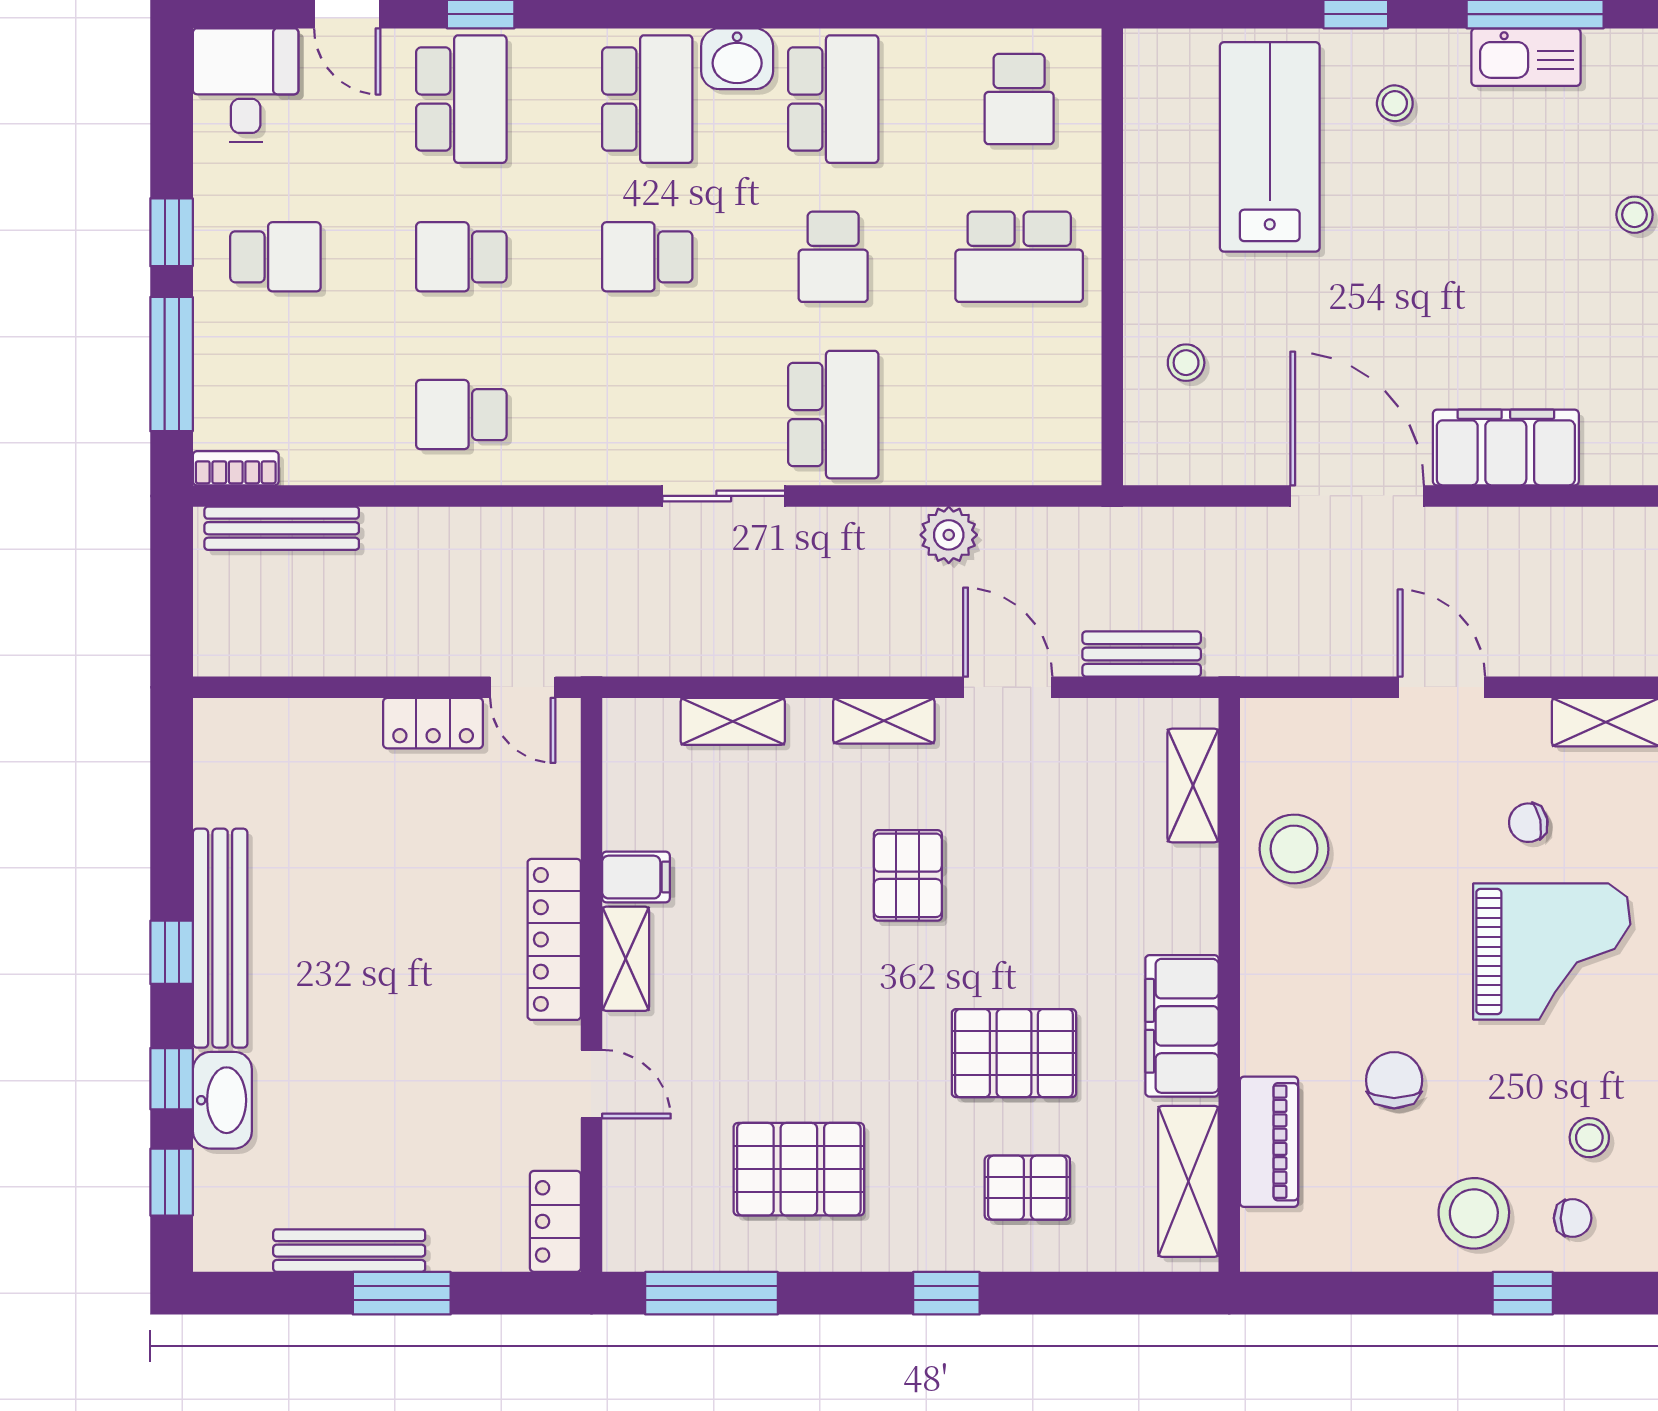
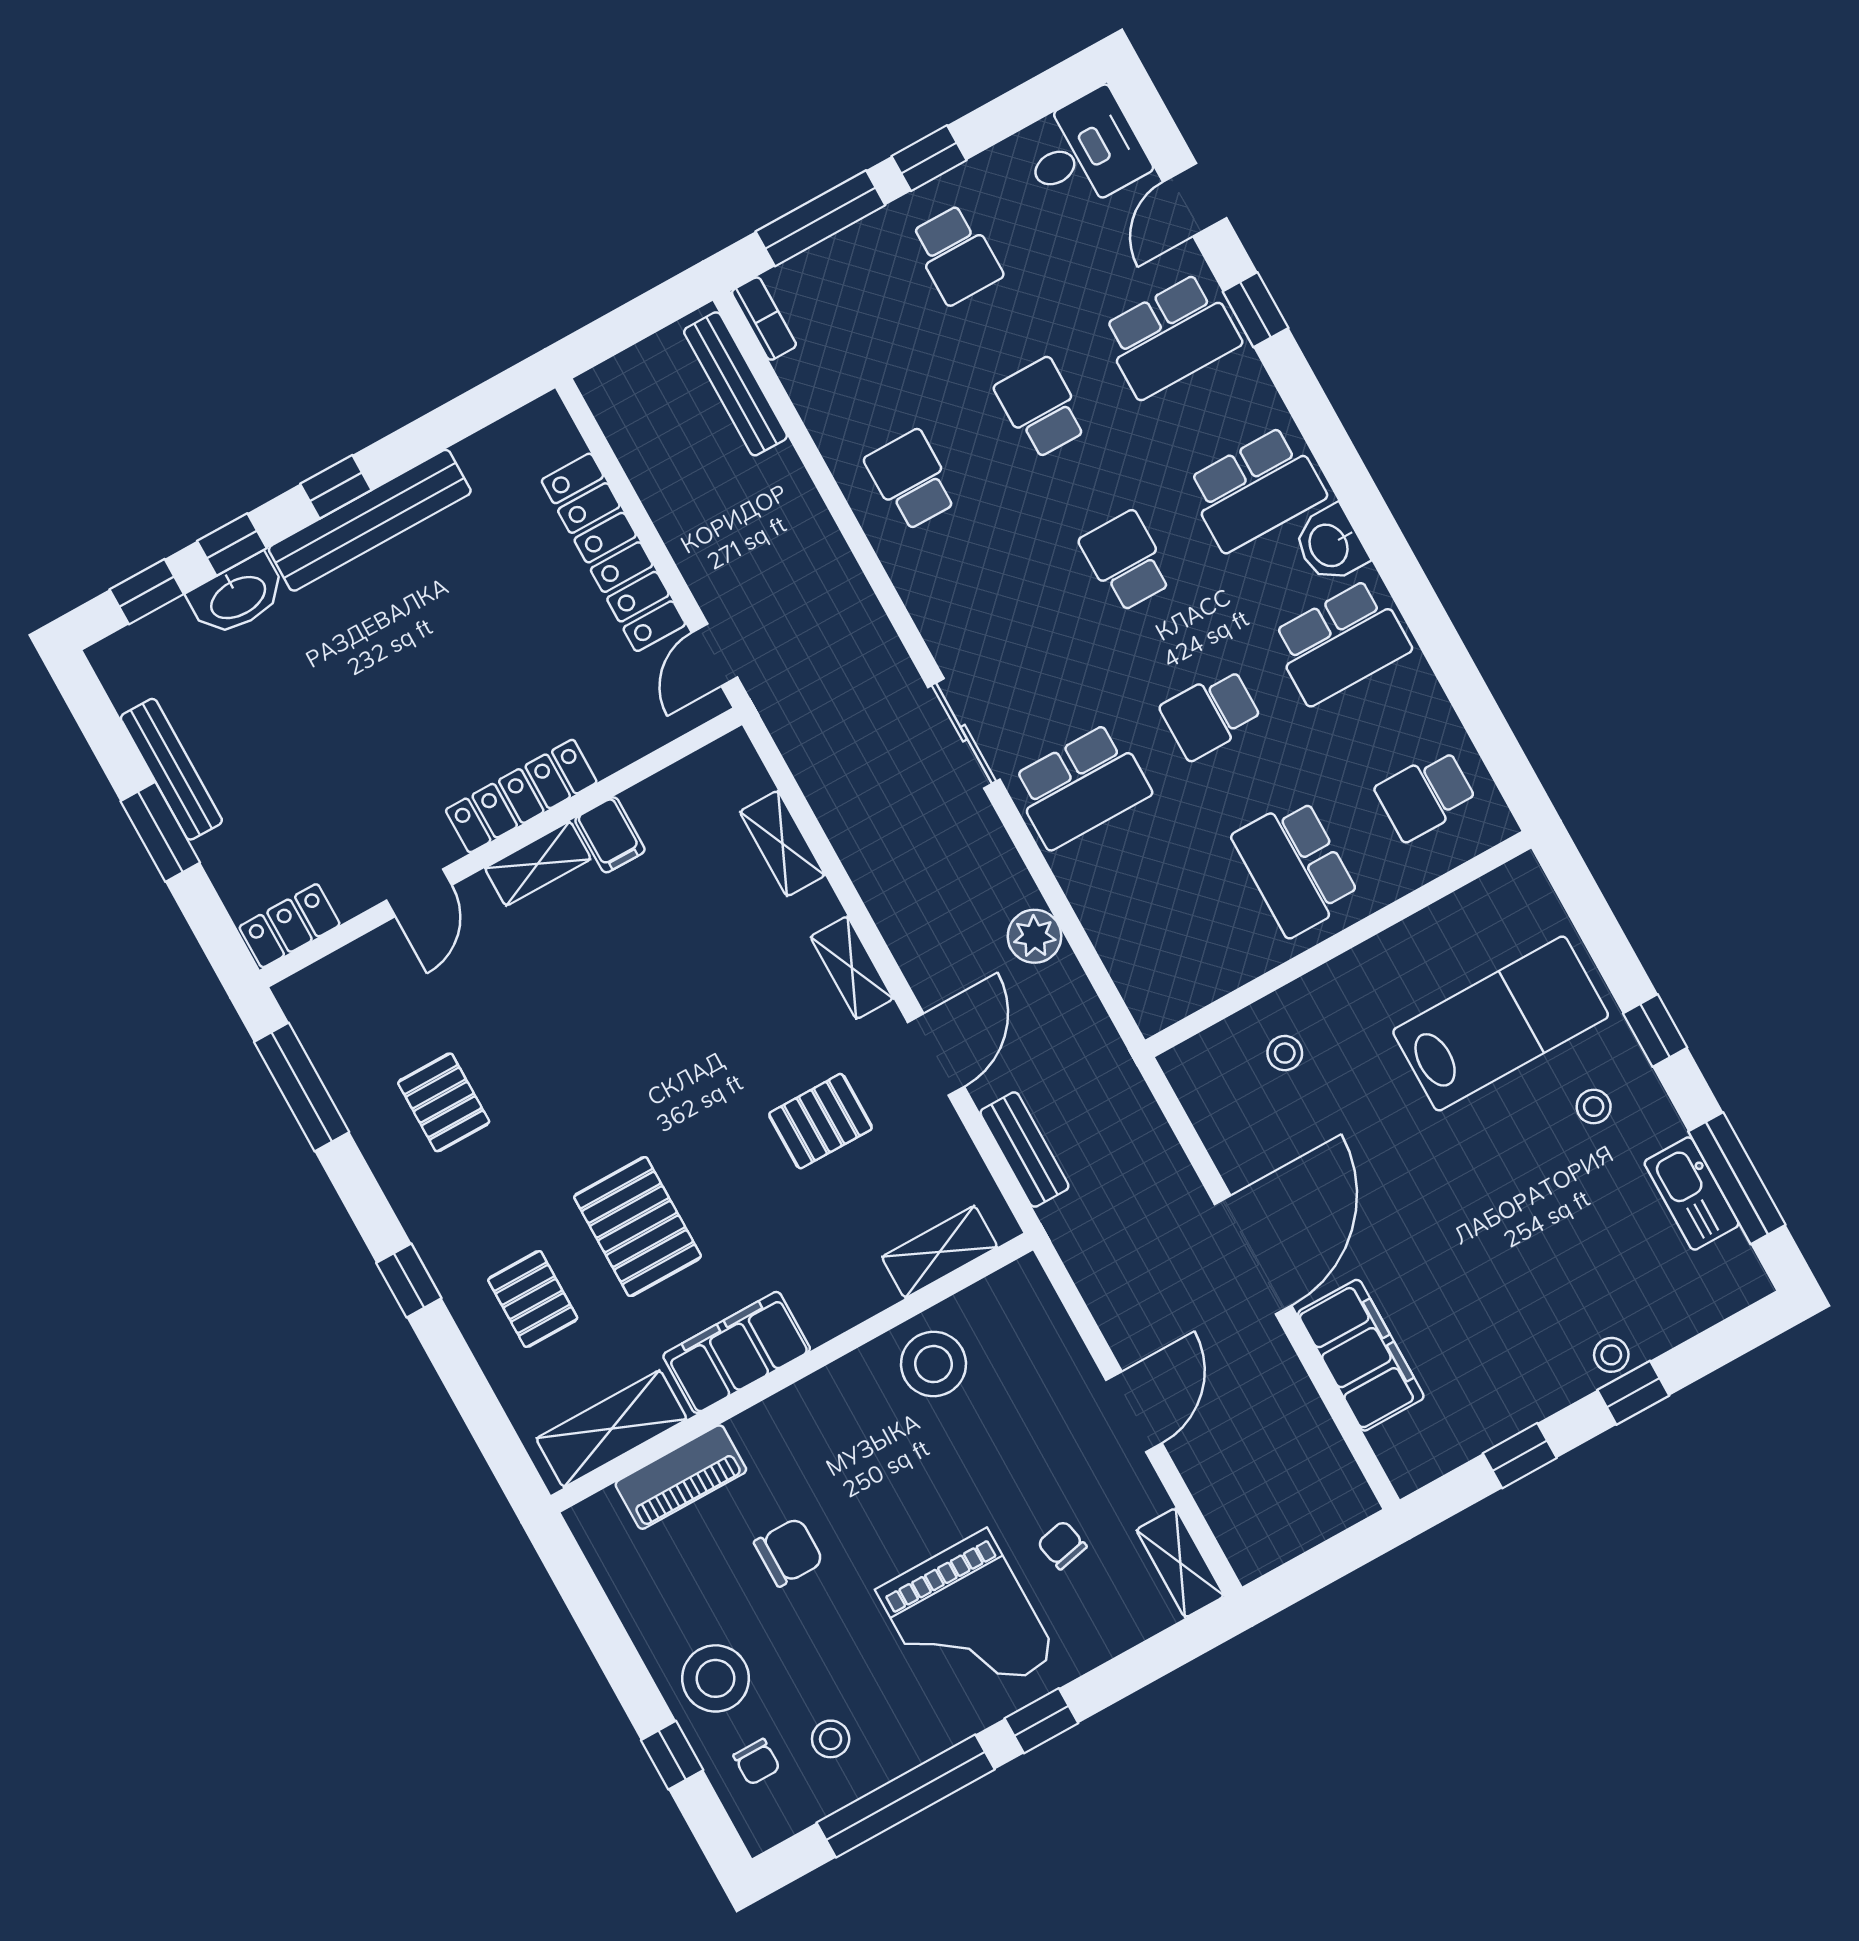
locker: (433, 723) -> (613, 552), width x2.16, depth x1.21
pallet: (908, 875) -> (820, 1121), moved
pallet: (799, 1169) -> (444, 1102), width x0.67, depth x0.71

